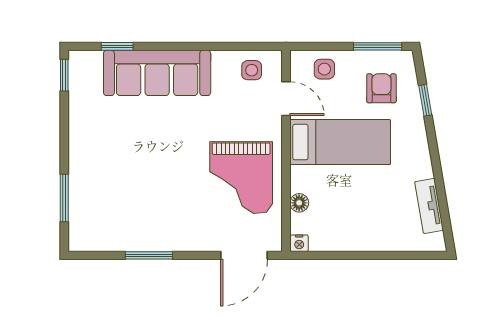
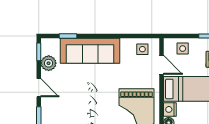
plant: (82, 96) -> (49, 63), added
door: (64, 140) -> (39, 88), added
nightstand: (301, 179) -> (170, 109), added

